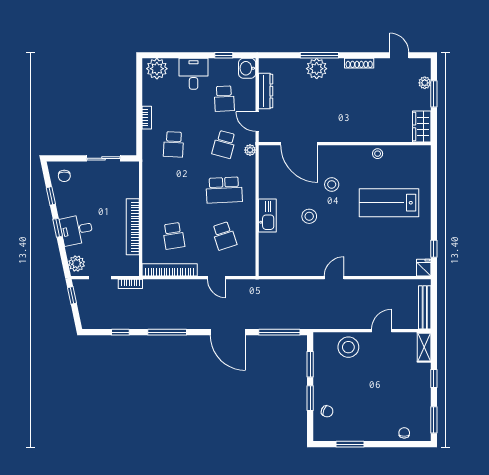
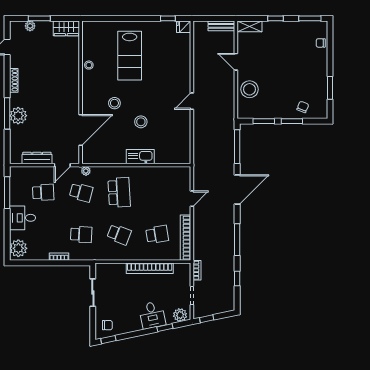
window: (224, 55) -> (7, 193), width x2.17
washbasin: (247, 68) -> (18, 173), removed
window: (51, 196) -> (108, 340), moved
window: (58, 228) -> (165, 328), moved
school desk: (224, 236) -> (119, 234), moved, turned 39
door: (334, 278) -> (192, 101), hinge flipped
bench: (425, 307) -> (221, 26), width x0.73

